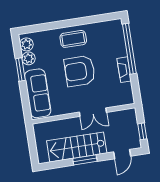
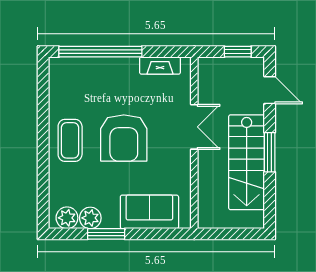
fireplace: (124, 70) -> (160, 65), moved
sofa: (38, 93) -> (149, 212), width x0.73

